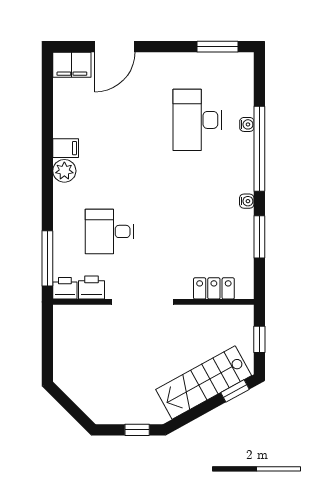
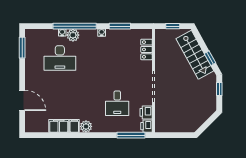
filing cabinet: (72, 65) -> (59, 126), moved, turned -90
plant: (242, 145) -> (73, 35), added
window: (235, 391) -> (210, 58), moved

